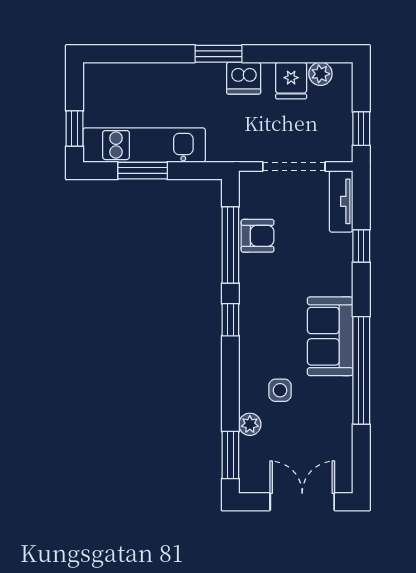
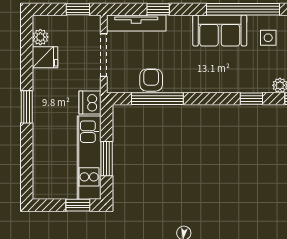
dishwasher: (244, 78) -> (90, 103), moved, turned 180
tv unit: (341, 201) -> (136, 23), width x1.41
window: (230, 320) -> (251, 99), moved
side table: (280, 390) -> (268, 38), moved

